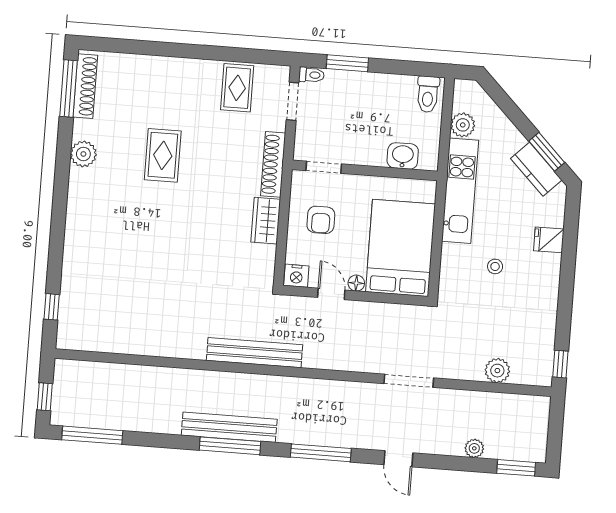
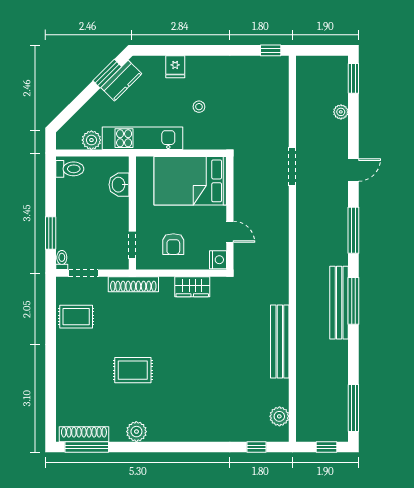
armchair: (321, 220) -> (173, 244), turned 90
wardrobe: (266, 221) -> (192, 287), moved
floor lamp: (356, 283) -> (220, 213), removed
door: (331, 294) -> (230, 232), swing flipped
bench: (254, 353) -> (280, 342), moved
plant: (497, 371) -> (279, 416), moved

